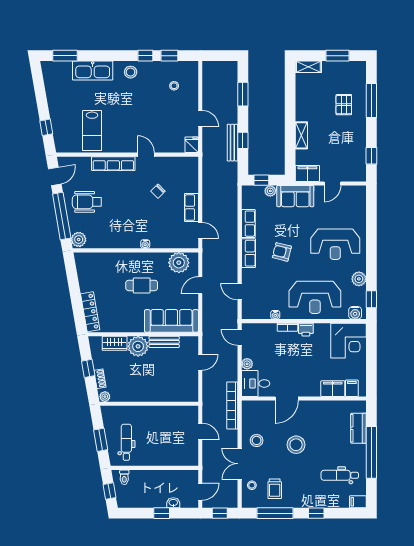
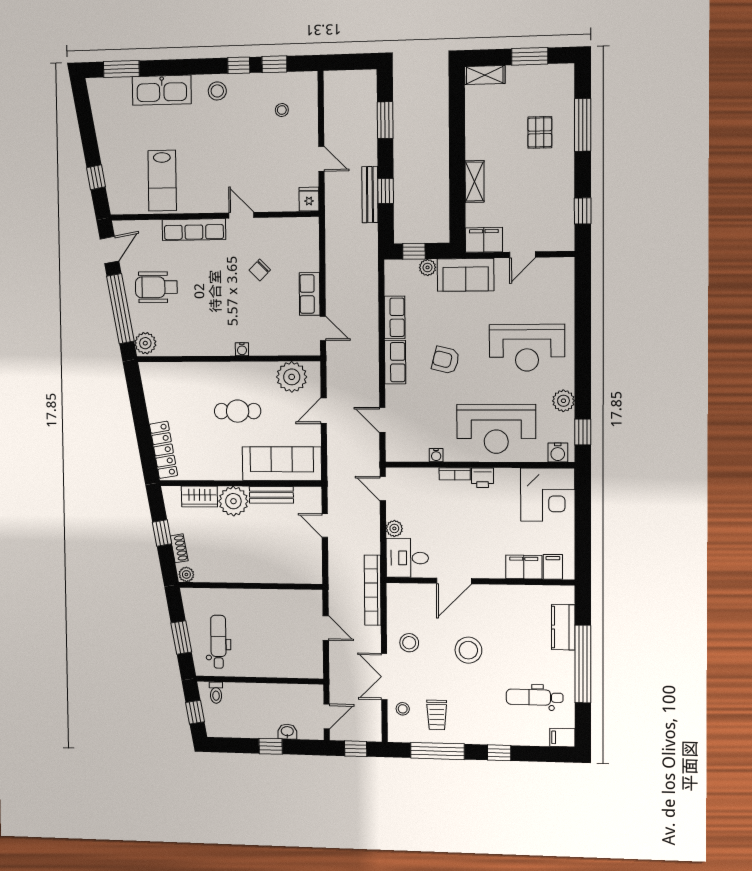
door: (200, 362) -> (325, 525), swing flipped

